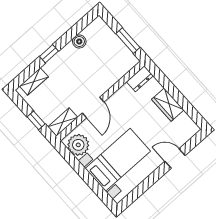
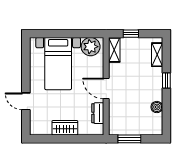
dresser: (140, 79) -> (98, 113), moved
door: (93, 108) -> (106, 88), moved
door: (175, 158) -> (26, 101), swing flipped

